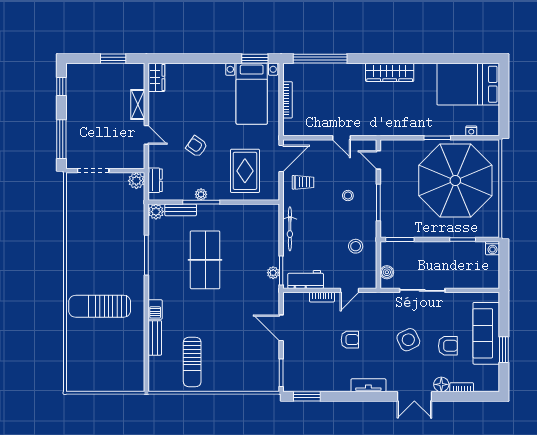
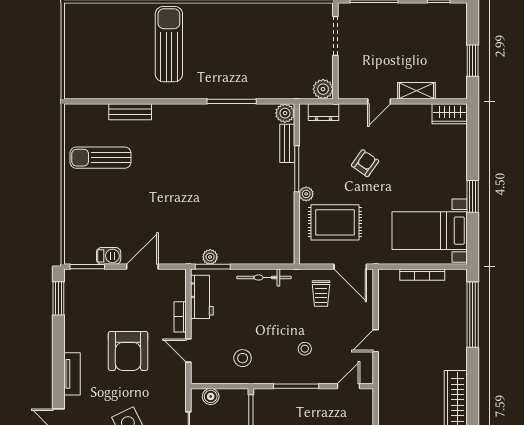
window: (255, 59) -> (473, 196), moved
plant: (201, 194) -> (306, 194), moved
table tennis table: (205, 260) -> (226, 173), removed
barbecue: (155, 309) -> (109, 256), moved, turned 180
armchair: (350, 340) -> (128, 351), width x1.88, depth x1.88

